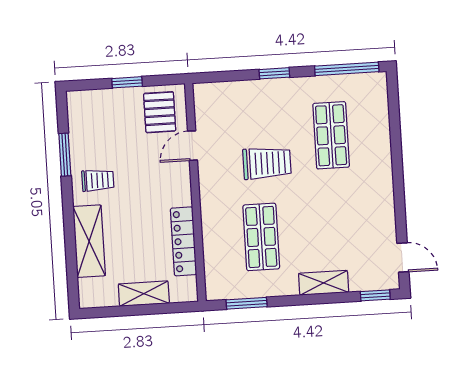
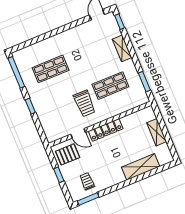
window: (65, 155) -> (88, 199), moved
trolley: (267, 163) -> (85, 103), moved, turned 180
trolley: (98, 180) -> (87, 181), moved
locker: (184, 241) -> (106, 130), moved

